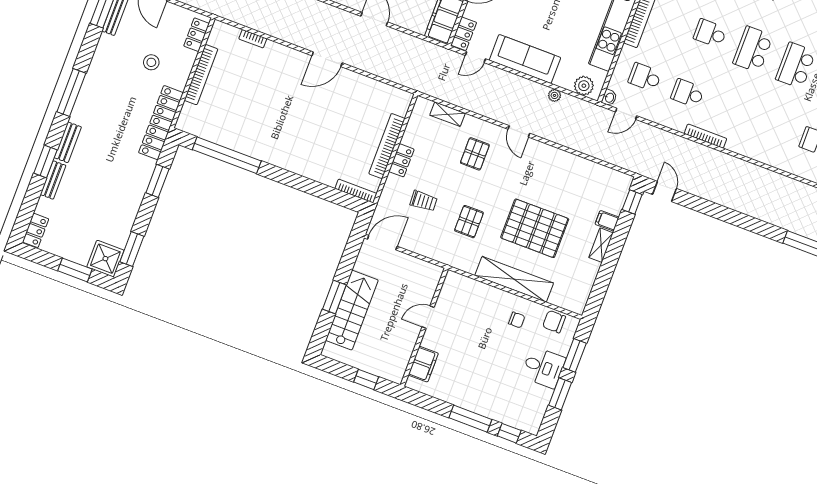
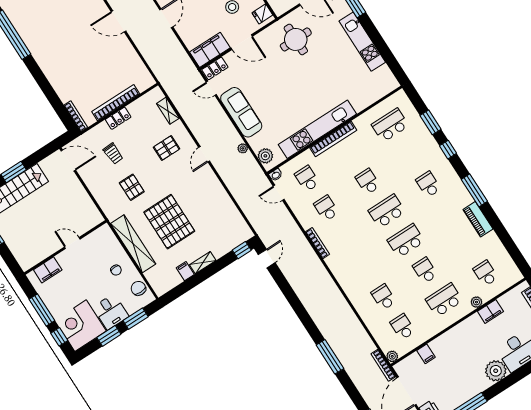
filing cabinet: (607, 221) -> (185, 271), moved
pallet: (469, 222) -> (132, 187), turned 90
door: (428, 317) -> (72, 243), moved
wall: (424, 327) -> (65, 247), moved
filing cabinet: (423, 364) -> (48, 270), moved
corner desk: (523, 405) -> (81, 326), added

